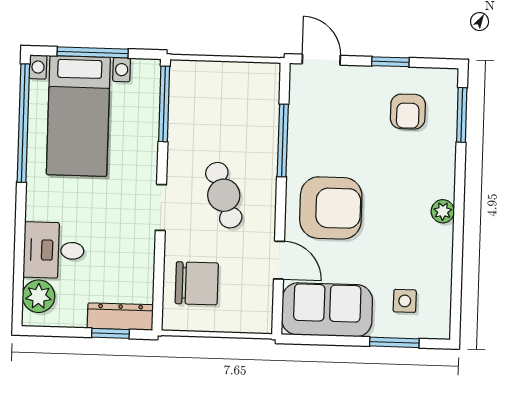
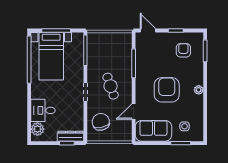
armchair: (408, 112) -> (183, 50), turned 180
armchair: (331, 208) -> (167, 90), moved, turned -90
door: (279, 260) -> (134, 112), swing flipped
chair: (197, 283) -> (101, 122), turned -103

